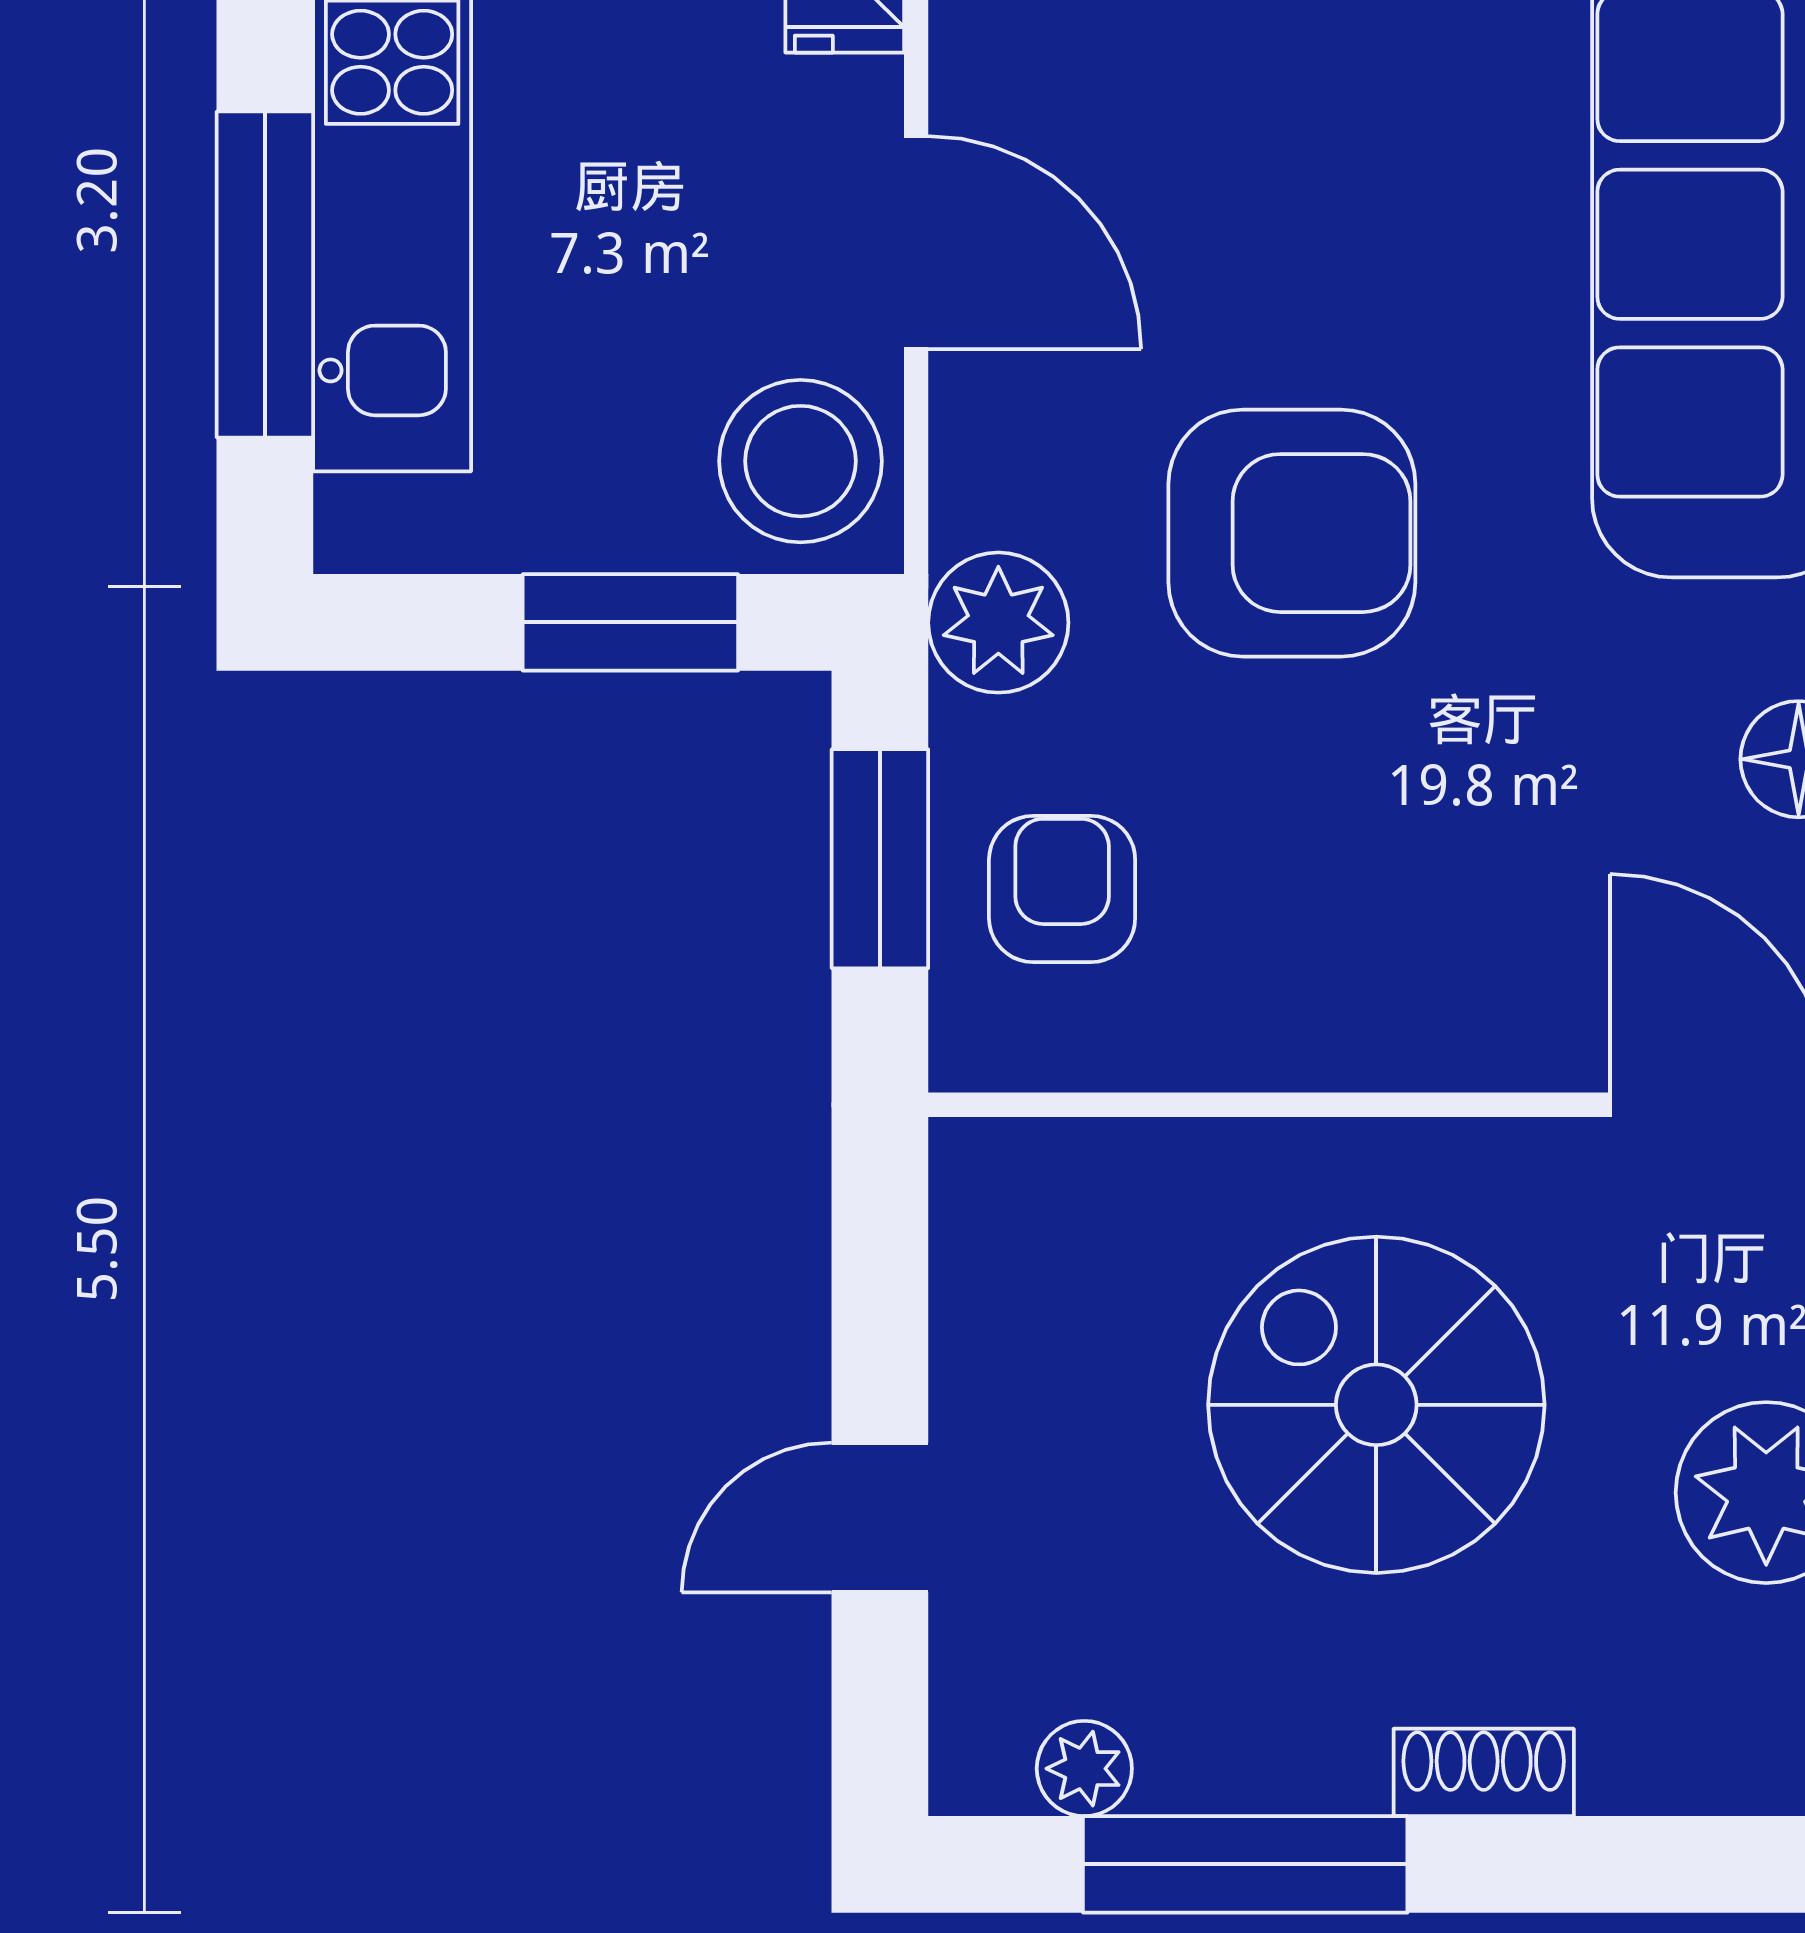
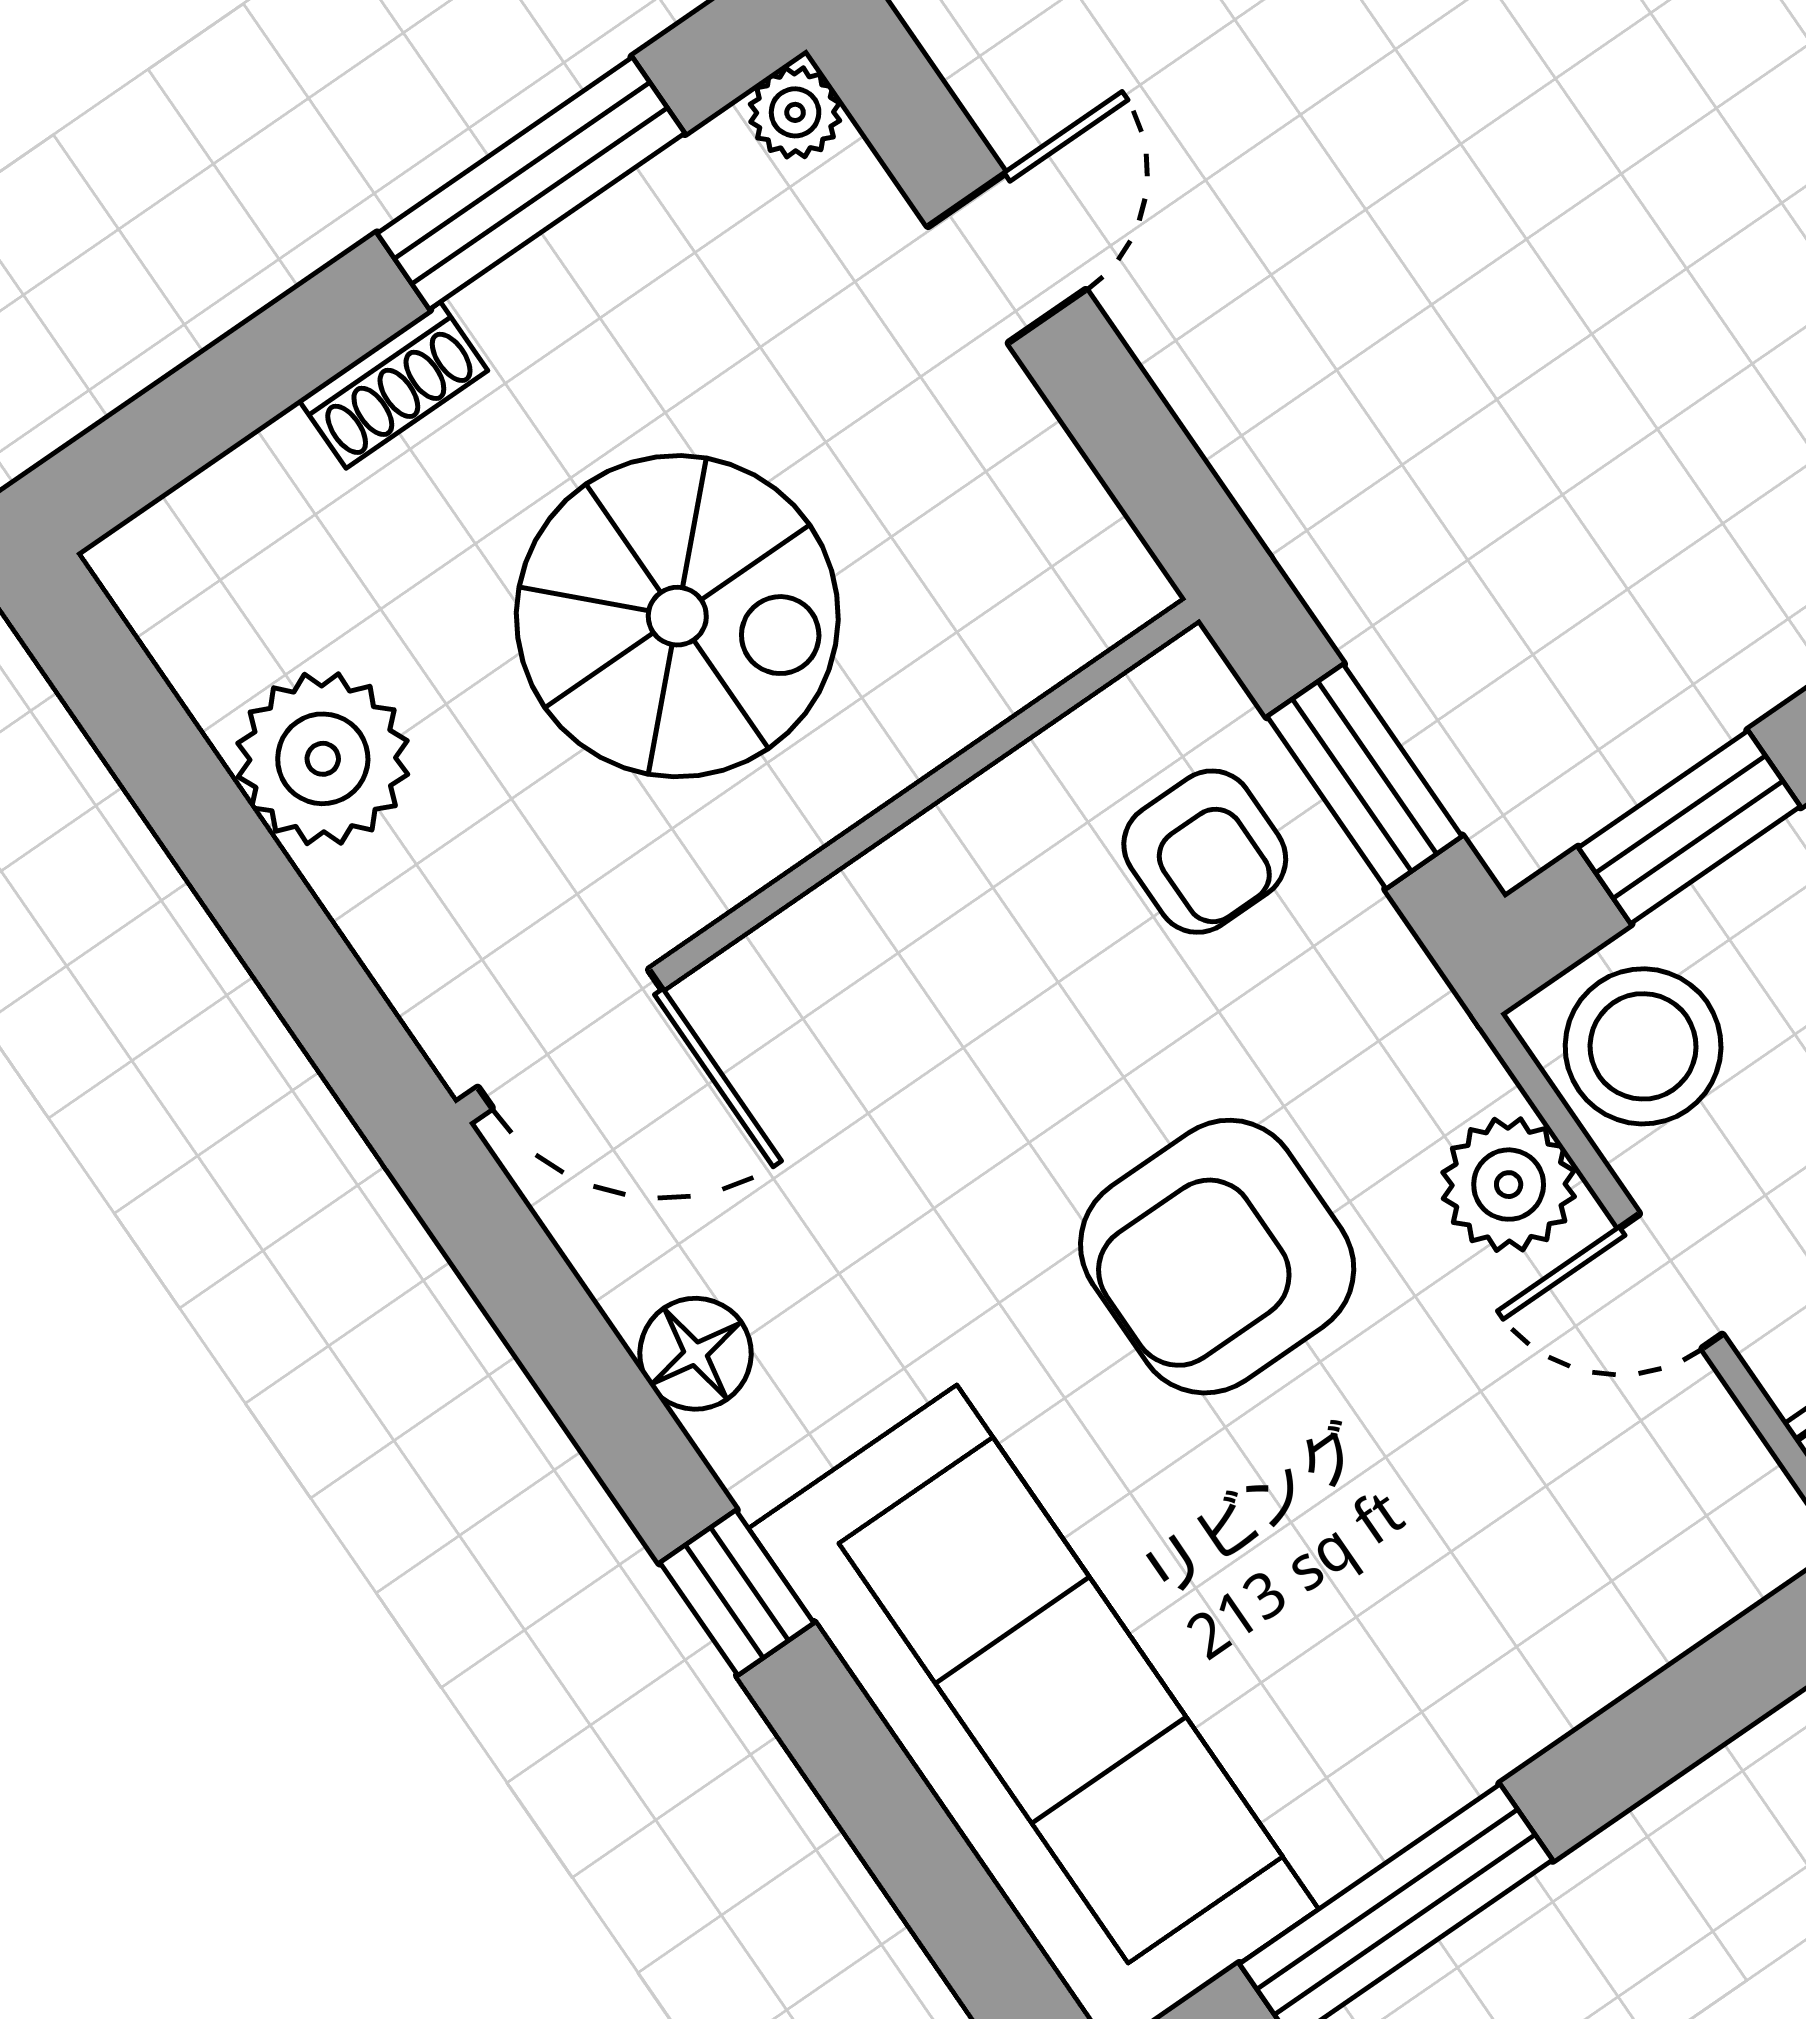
door: (916, 243) -> (1671, 1281), width x0.73
plant: (998, 623) -> (1509, 1185), moved
plant: (1084, 1769) -> (795, 112), moved

